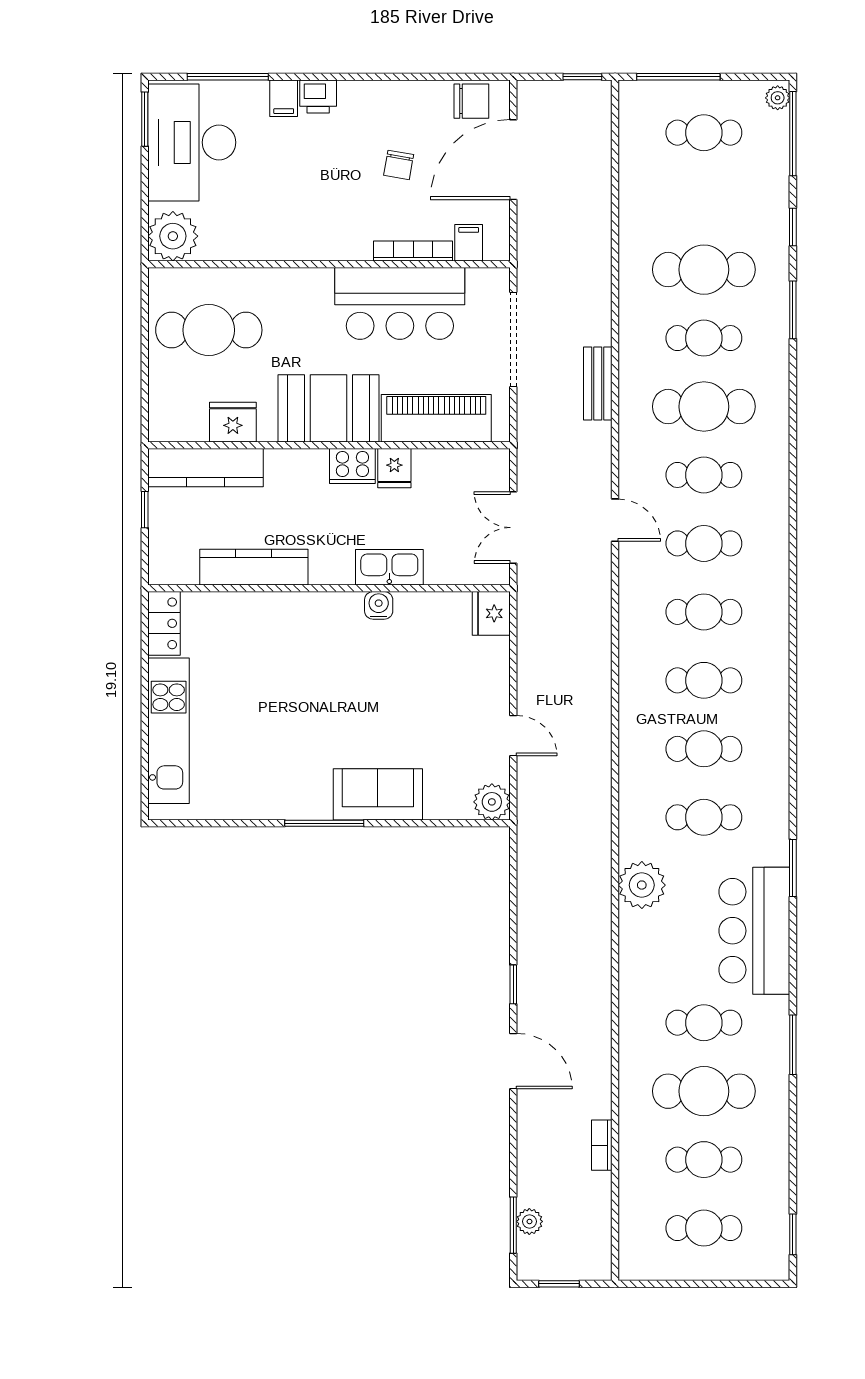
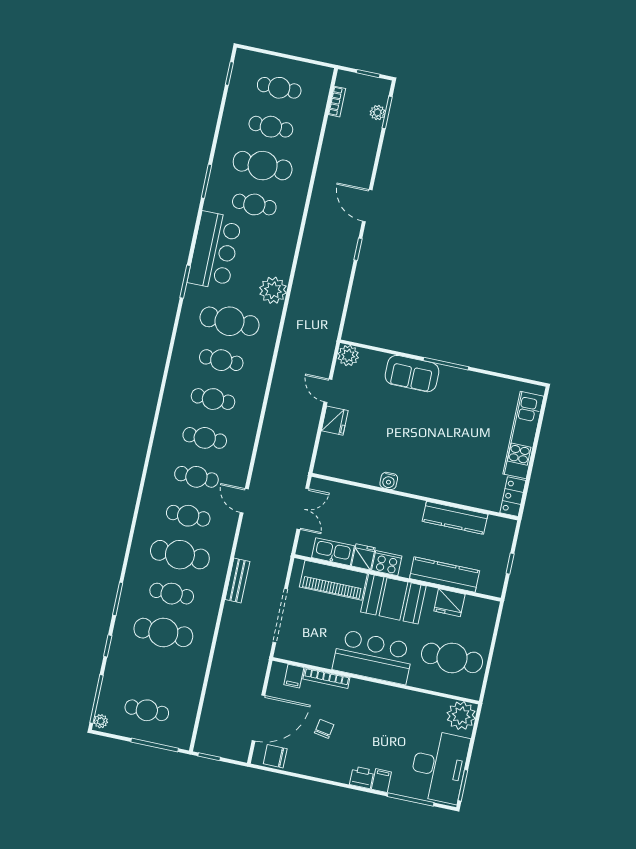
bar counter: (400, 303) -> (373, 657), moved
kitchen counter: (206, 468) -> (445, 575), moved
kitchen sink: (389, 567) -> (333, 552), moved, turned 180
fridge: (491, 613) -> (335, 421), moved
cafe table: (704, 817) -> (230, 321), width x1.37, depth x1.35
bookcase: (602, 1145) -> (337, 102), moved

